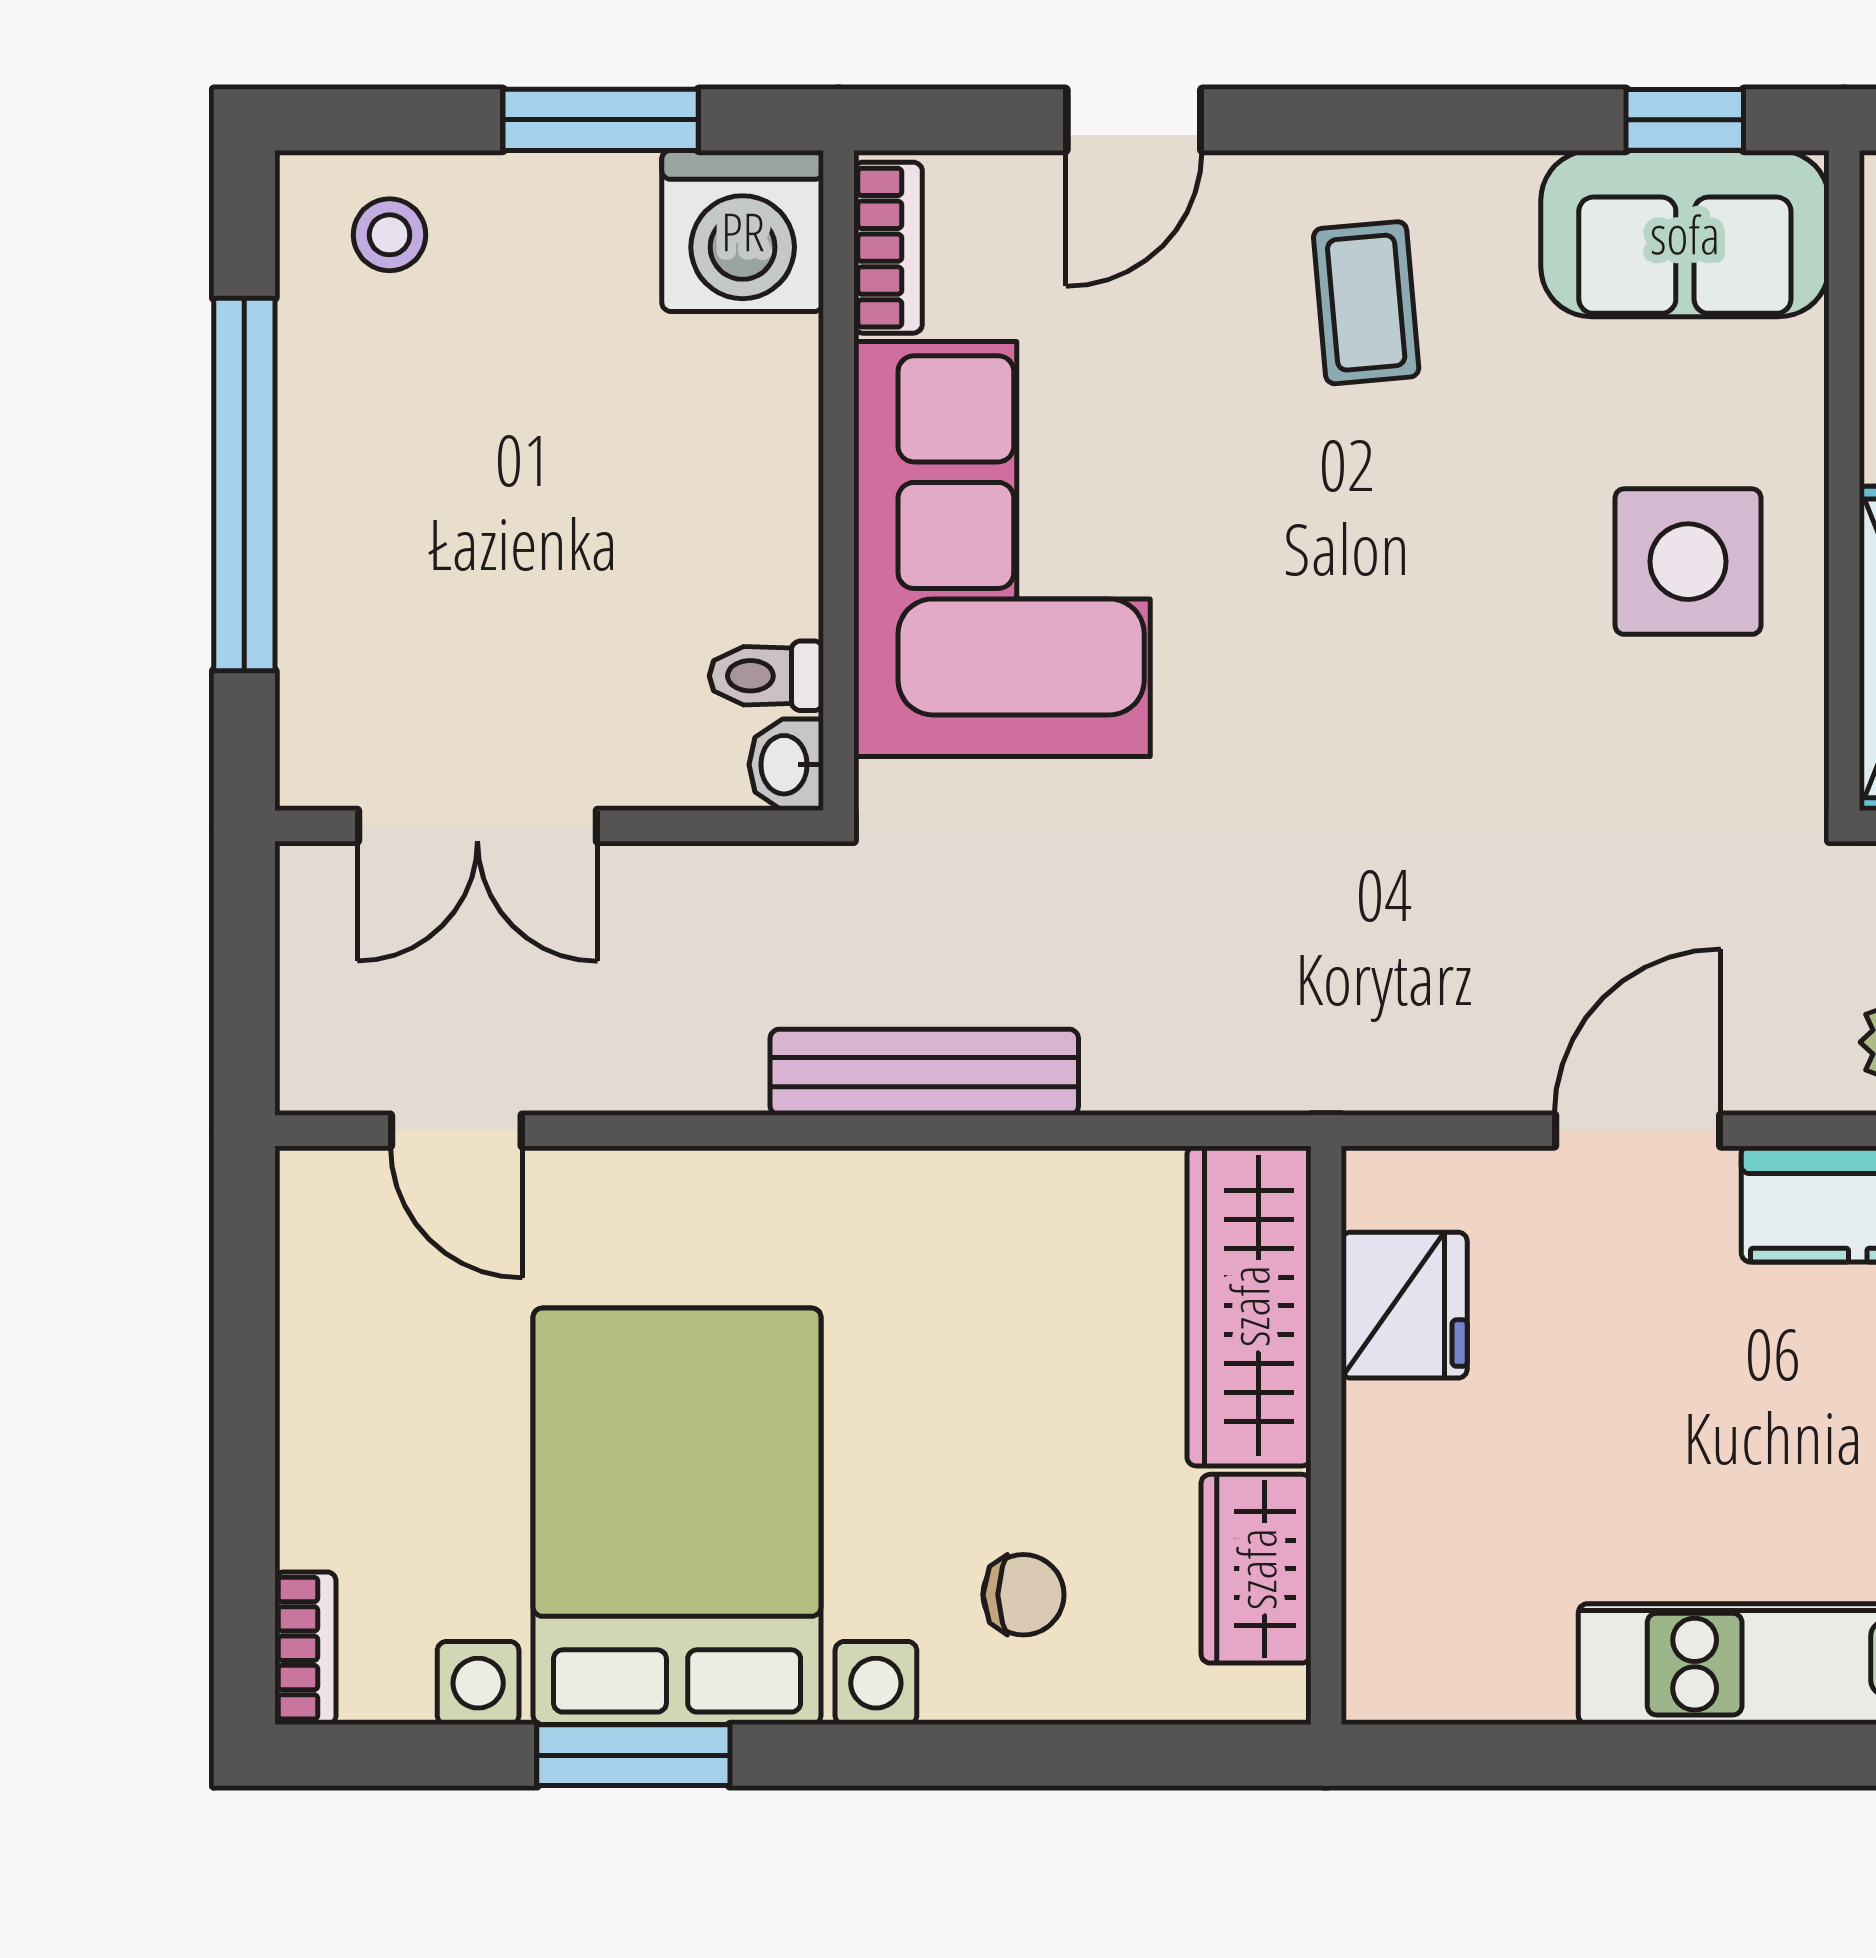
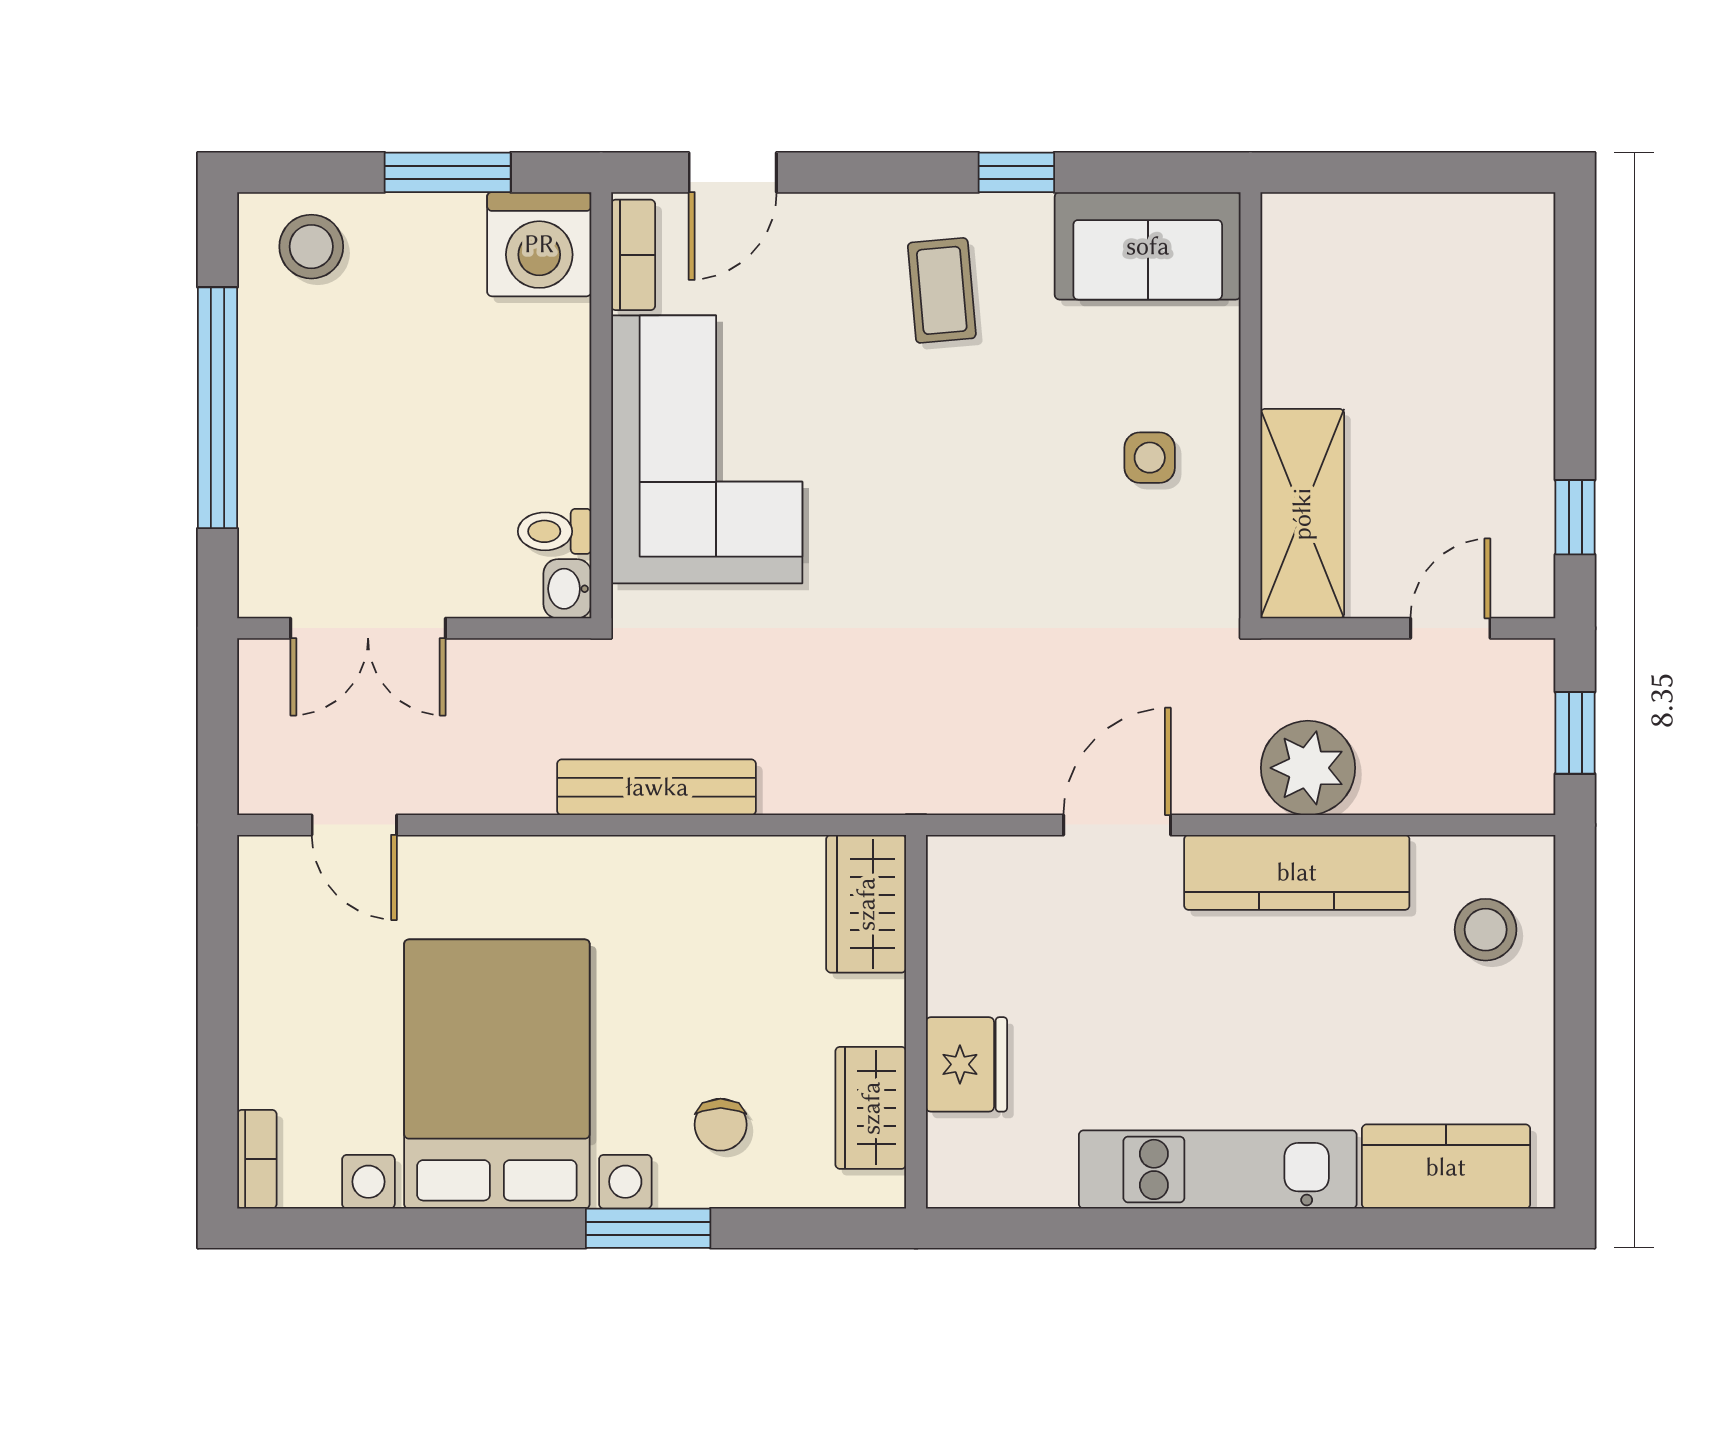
door: (1134, 120) -> (733, 172), moved
window: (1685, 120) -> (1016, 172), moved
stool: (390, 235) -> (311, 247), width x1.37, depth x1.37
side table: (1688, 562) -> (1150, 458), width x0.54, depth x0.54
fridge: (1404, 1305) -> (966, 1064), moved
wardrobe: (1249, 1306) -> (866, 904), width x0.67
chair: (1023, 1595) -> (721, 1125), turned 90
window: (633, 1755) -> (648, 1228), moved

